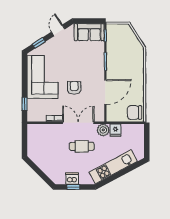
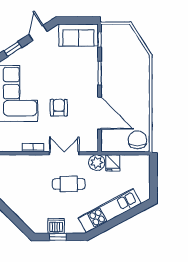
door: (105, 92) -> (100, 113), hinge flipped
chair: (134, 113) -> (137, 140), turned 90
double door: (78, 123) -> (64, 153), width x0.73

